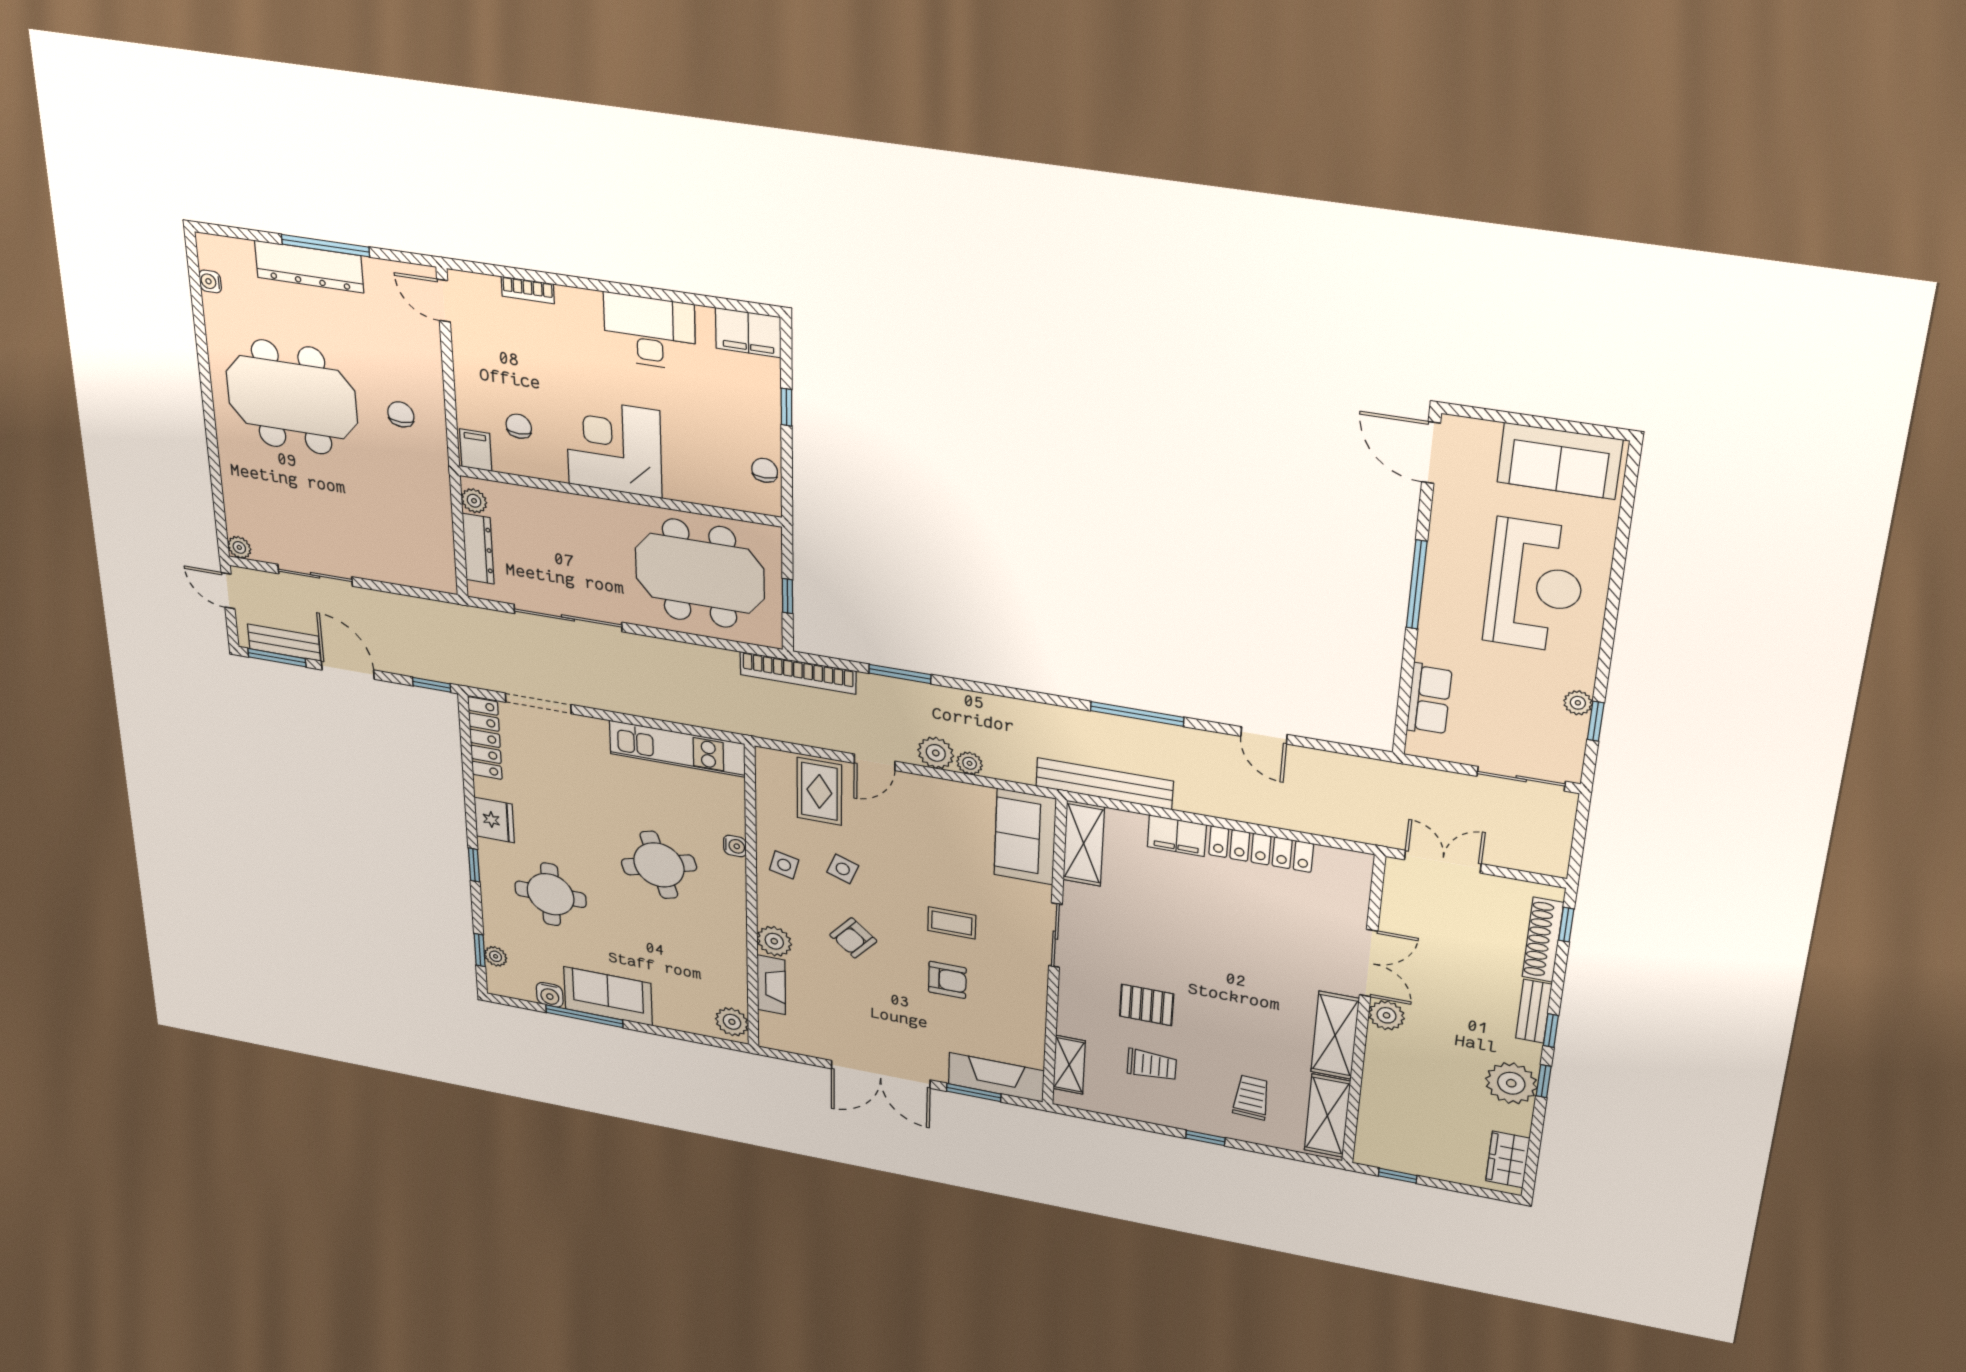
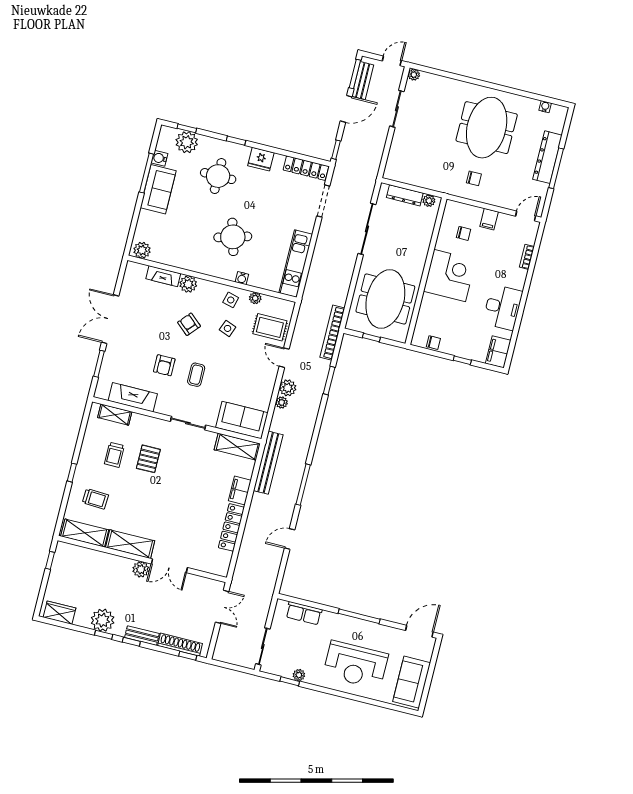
filing cabinet: (476, 450) -> (489, 219), moved, turned 90
plant: (768, 821) -> (255, 298), added
plant: (496, 956) -> (187, 142), width x1.87, depth x1.87
fireplace: (996, 1077) -> (133, 397), moved, turned -90

